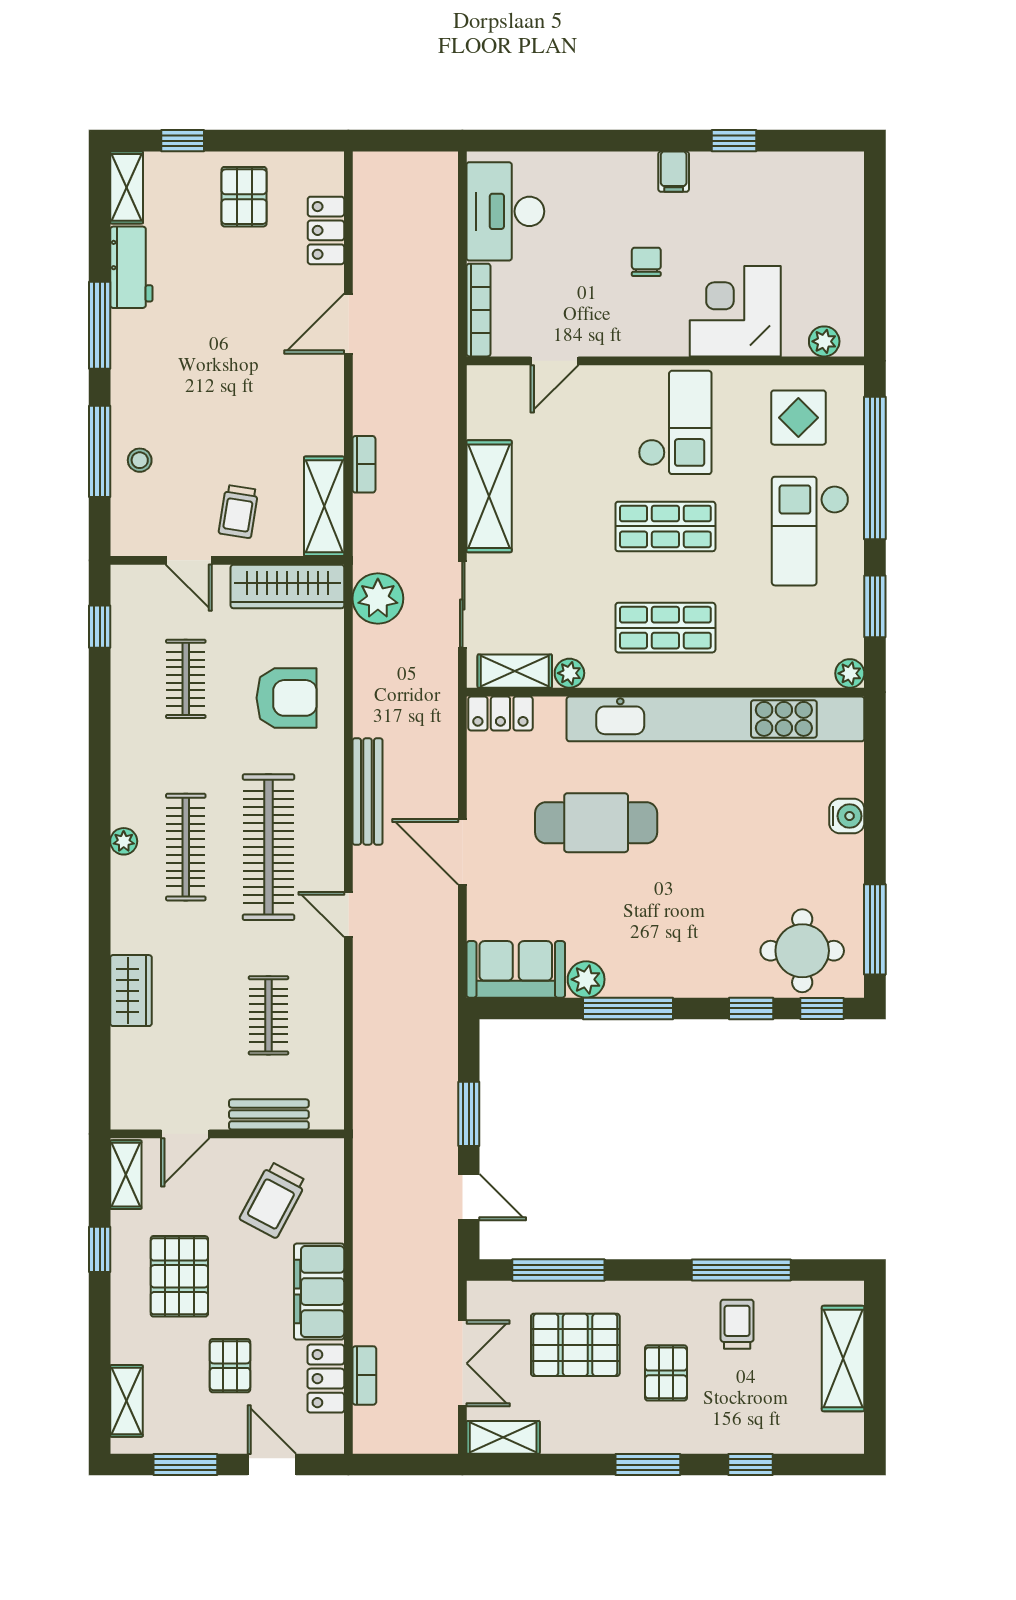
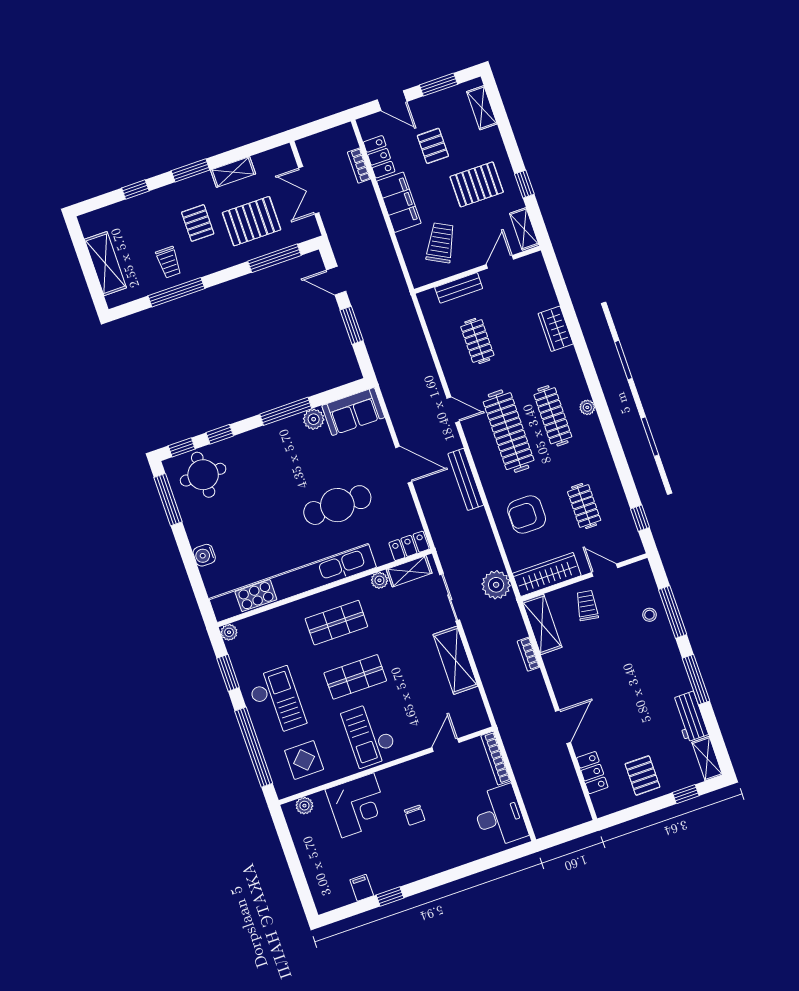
filing cabinet: (674, 172) -> (362, 888), moved
pallet: (179, 1276) -> (477, 184), turned 90
shelving: (503, 1437) -> (233, 172), moved

